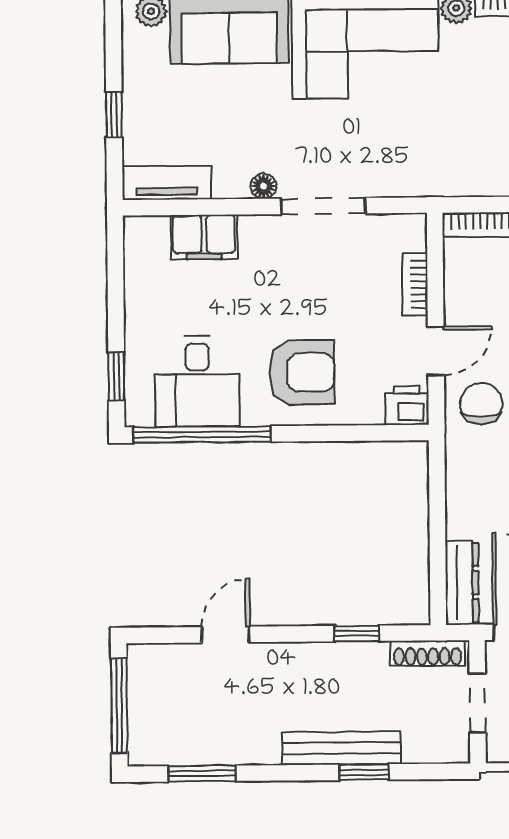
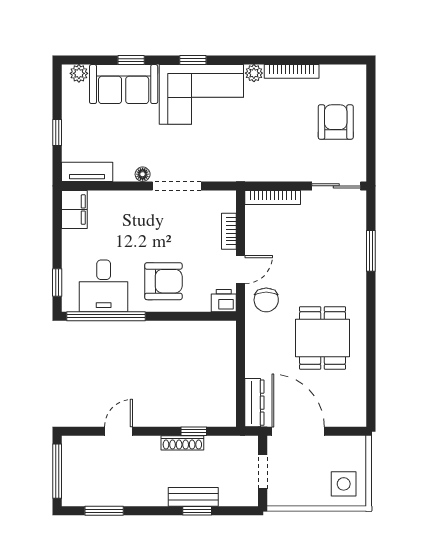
filing cabinet: (204, 237) -> (74, 210), moved, turned -90
chair: (481, 403) -> (266, 300), turned 180
shoe rack: (428, 653) -> (182, 443), moved
bench: (341, 748) -> (193, 497), width x0.73

